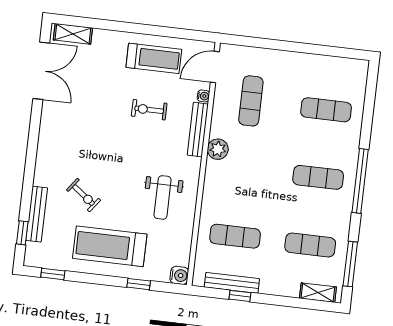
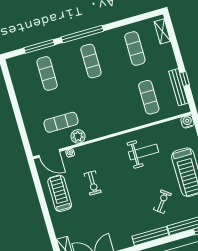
bench: (198, 130) -> (150, 236), moved
plant: (218, 149) -> (78, 136), moved
window: (350, 264) -> (39, 46), moved

